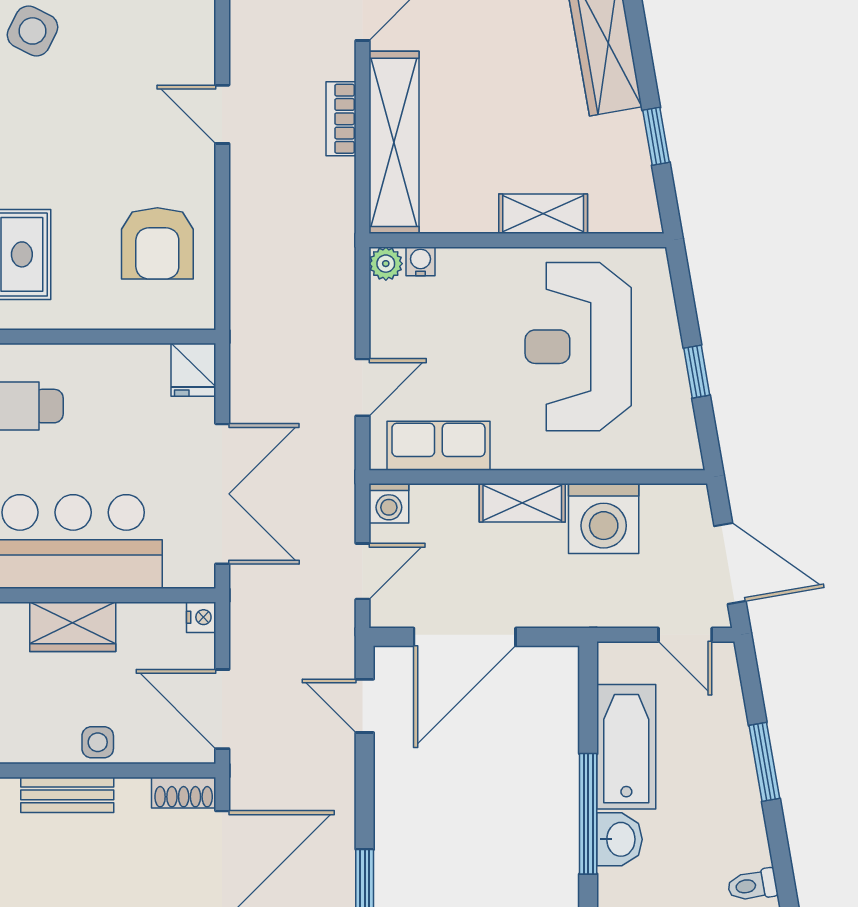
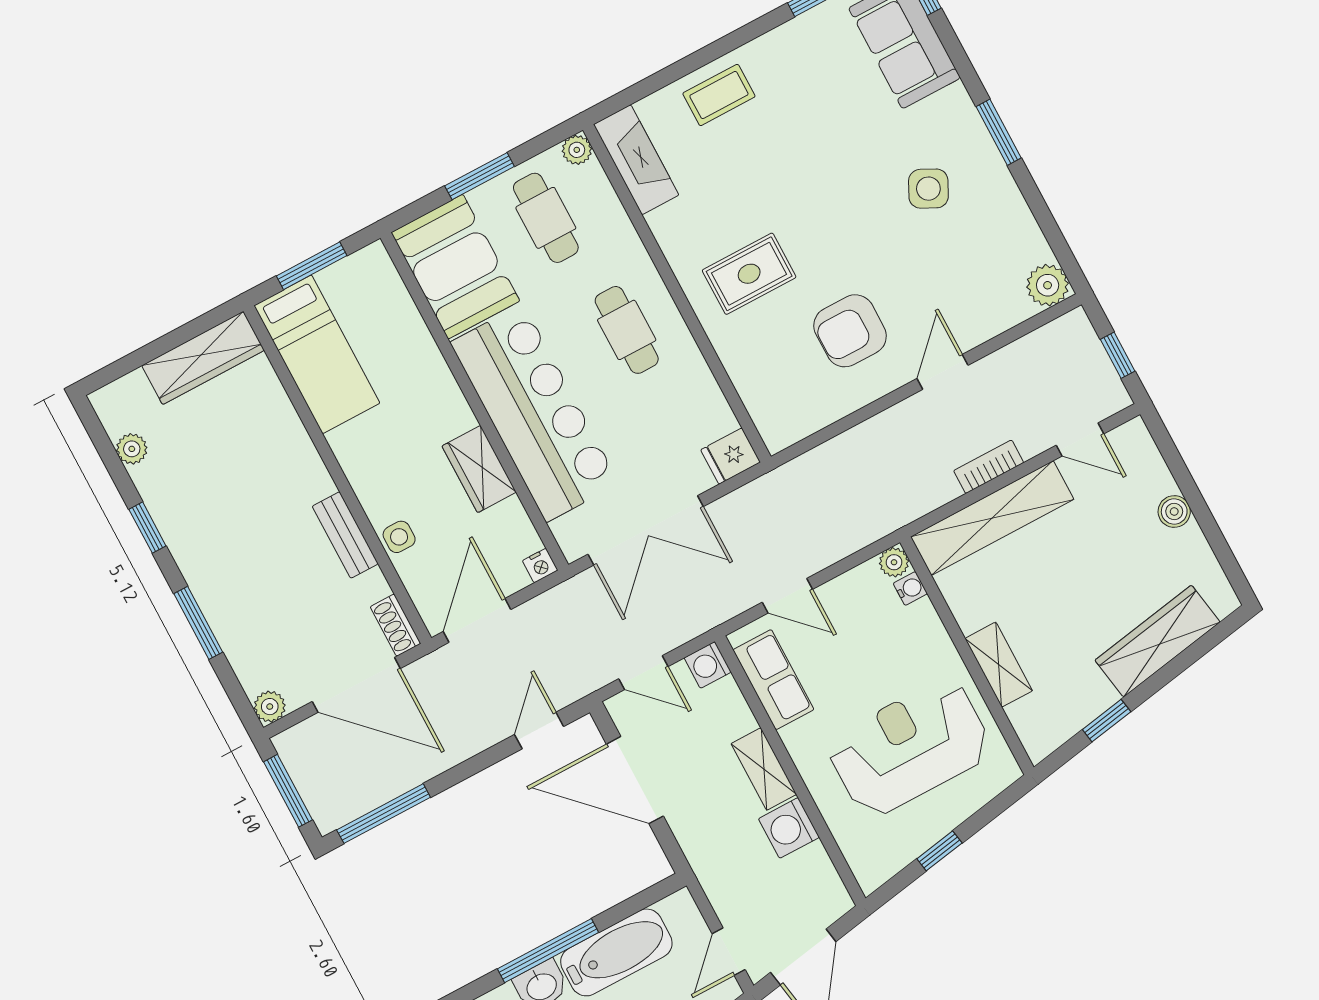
armchair: (157, 243) -> (850, 331), moved
washing machine: (604, 519) -> (789, 828), width x0.73, depth x0.73

